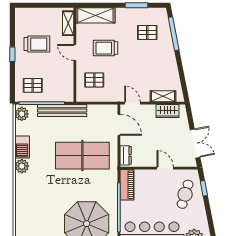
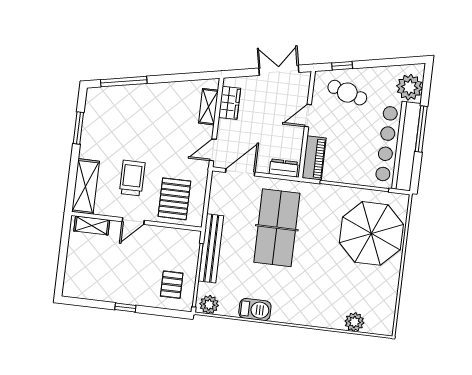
pallet: (147, 32) -> (118, 118), removed
trolley: (37, 44) -> (115, 272), removed
trolley: (105, 48) -> (132, 178), turned 180
pallet: (94, 80) -> (174, 199), width x1.50, depth x1.42
plant: (22, 166) -> (354, 322), moved
piano: (127, 185) -> (314, 158), moved, turned 90

